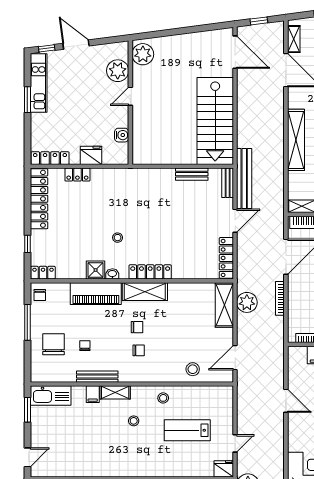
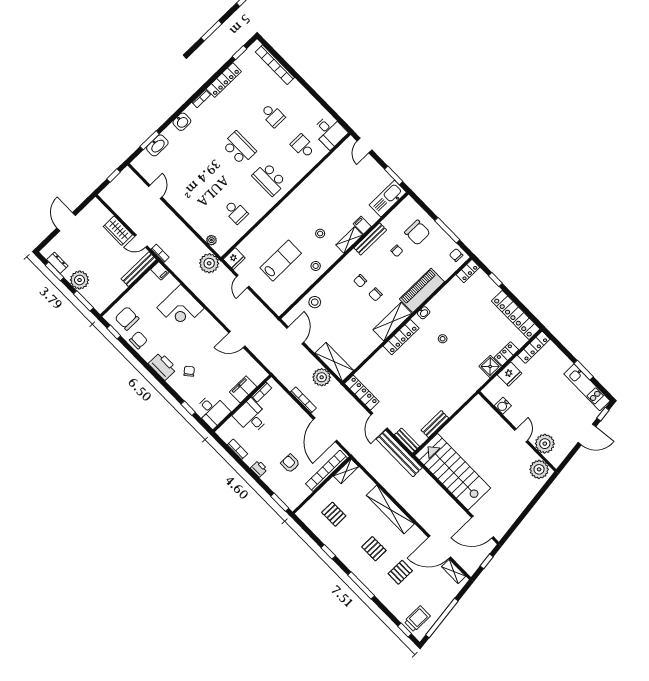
shower: (96, 270) -> (490, 366), moved

